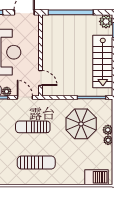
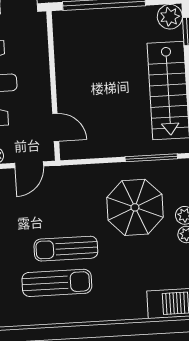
door: (25, 97) -> (29, 165), swing flipped
sun lounger: (33, 127) -> (66, 249), moved

